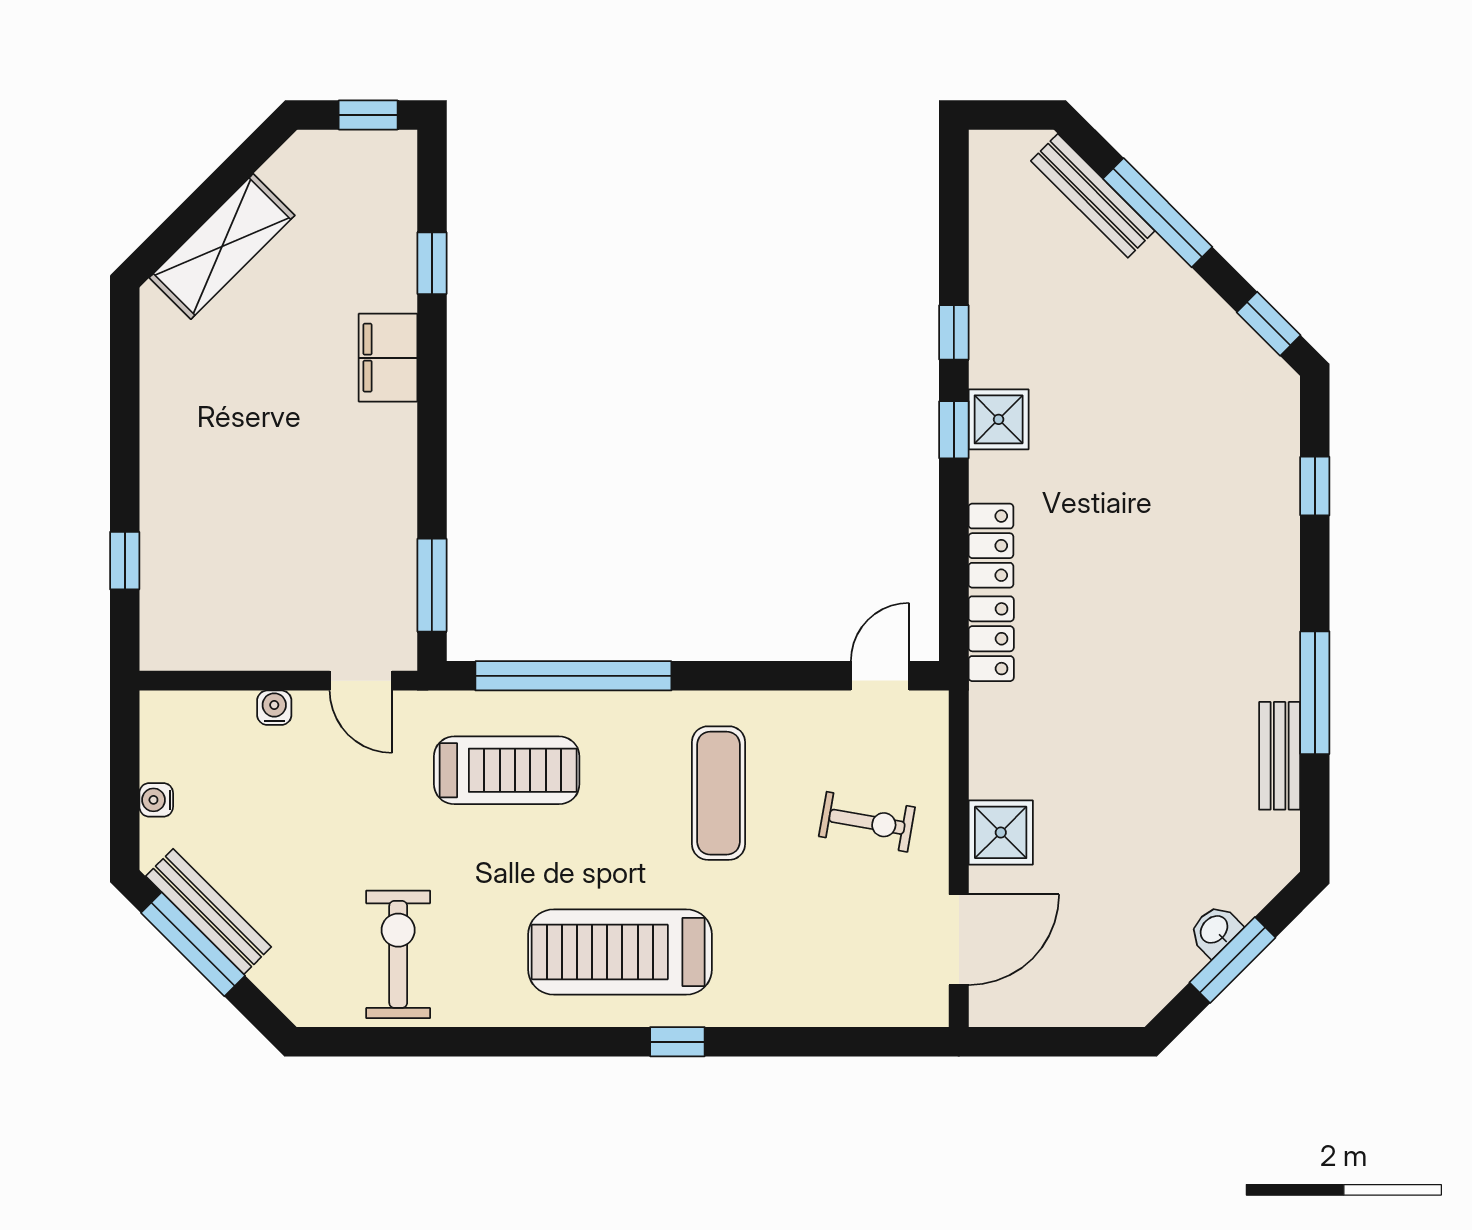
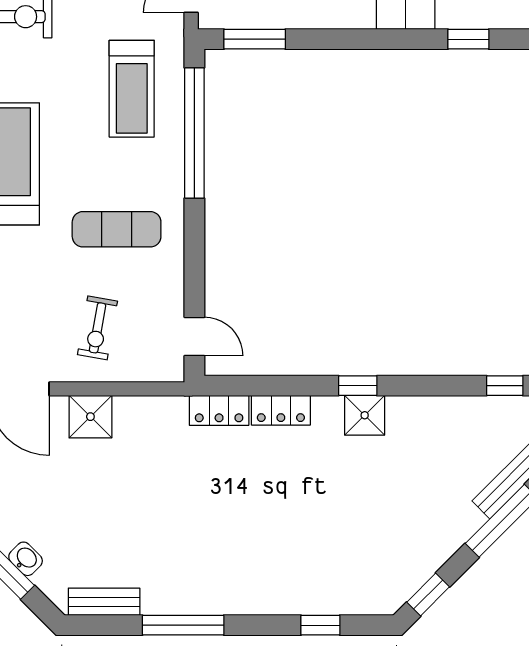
window: (954, 332) -> (505, 386), moved
bench: (1280, 756) -> (104, 602), moved

